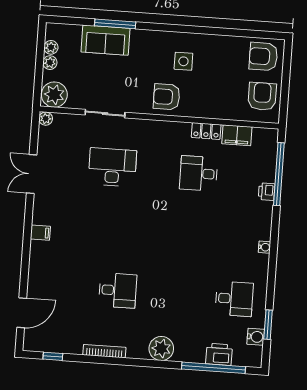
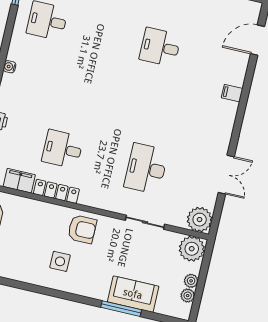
plant: (46, 119) -> (200, 220), width x1.87, depth x1.87
locker: (206, 131) -> (56, 191), width x1.53
desk: (112, 167) -> (146, 169), turned 90
desk: (199, 173) -> (63, 149), turned 180
filing cabinet: (40, 233) -> (232, 93), moved

